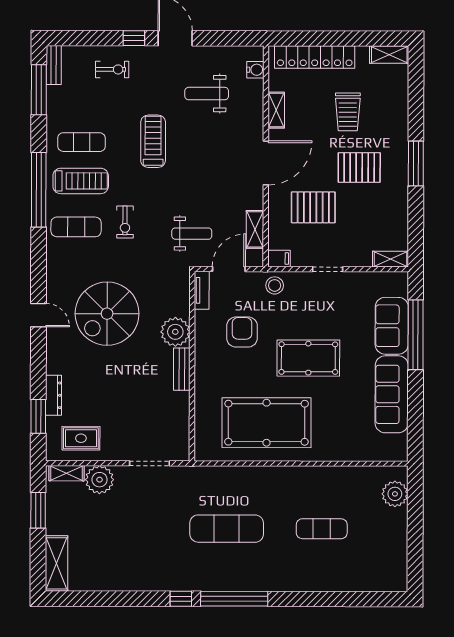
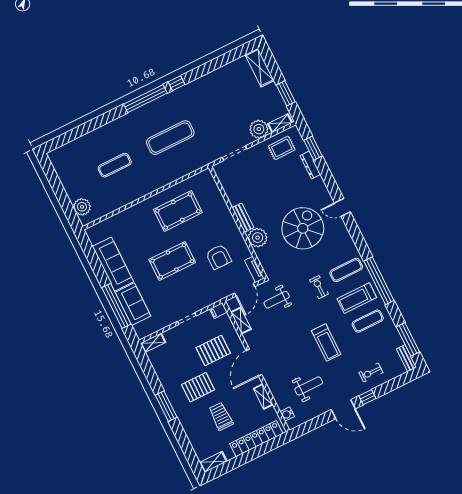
stool: (275, 285) -> (213, 294), removed
pool table: (267, 423) -> (178, 211), width x0.73, depth x0.76

